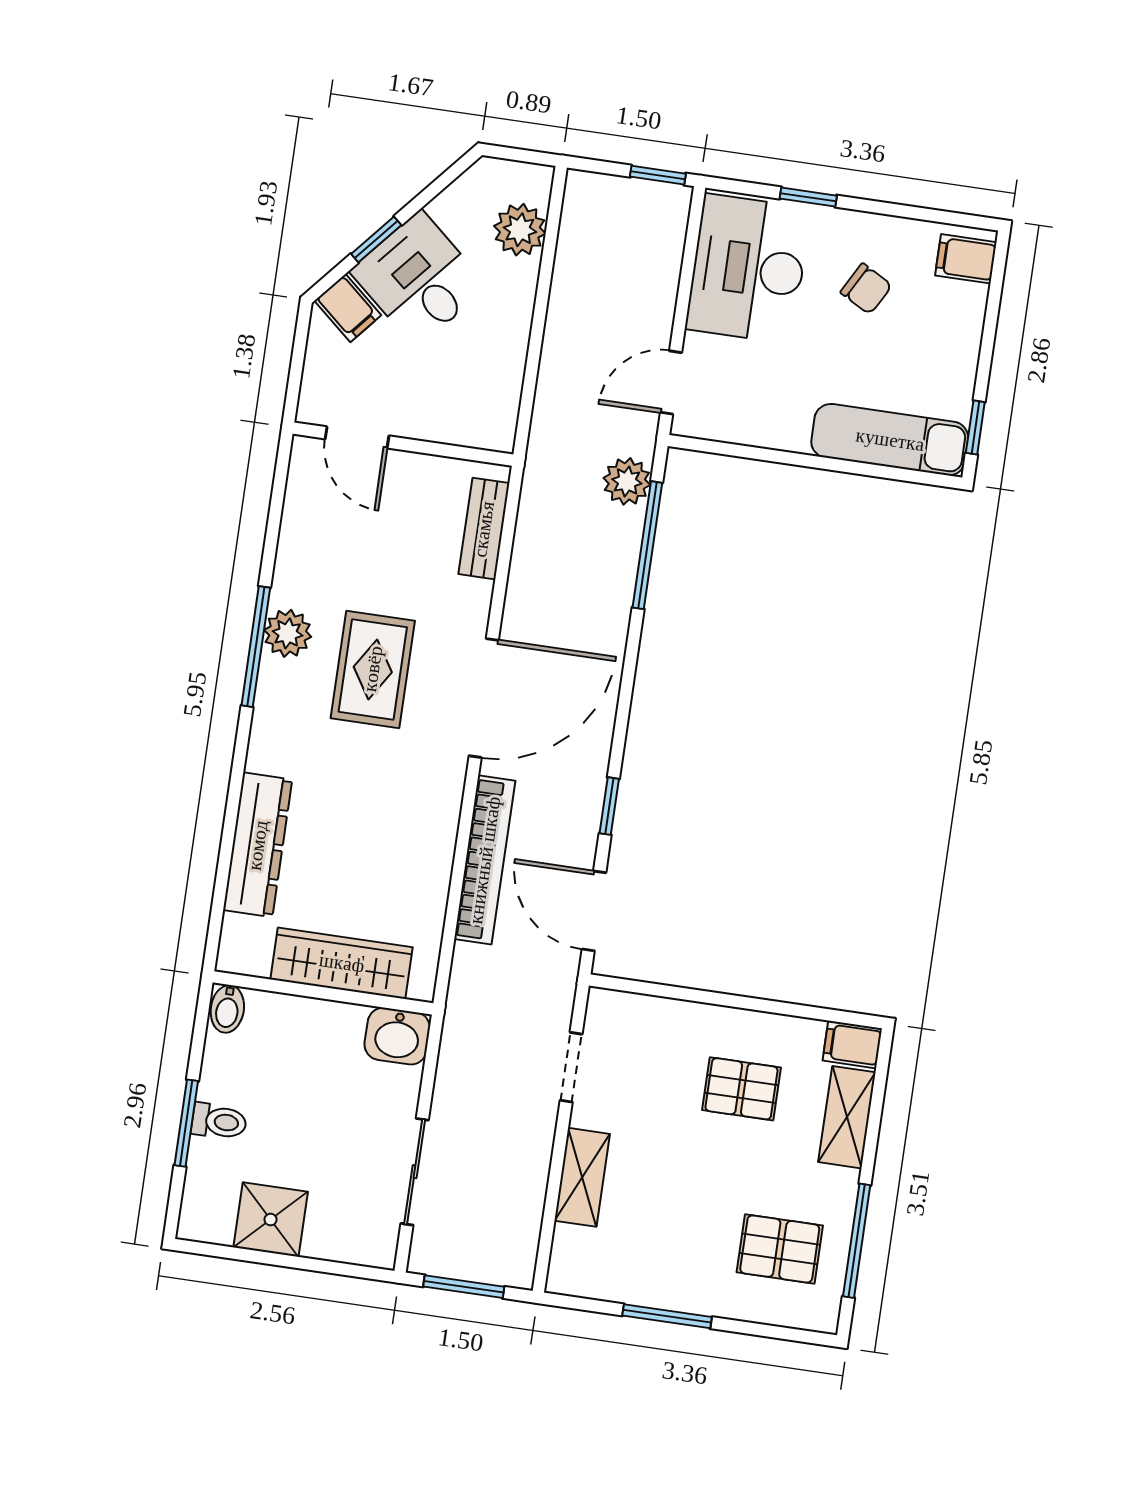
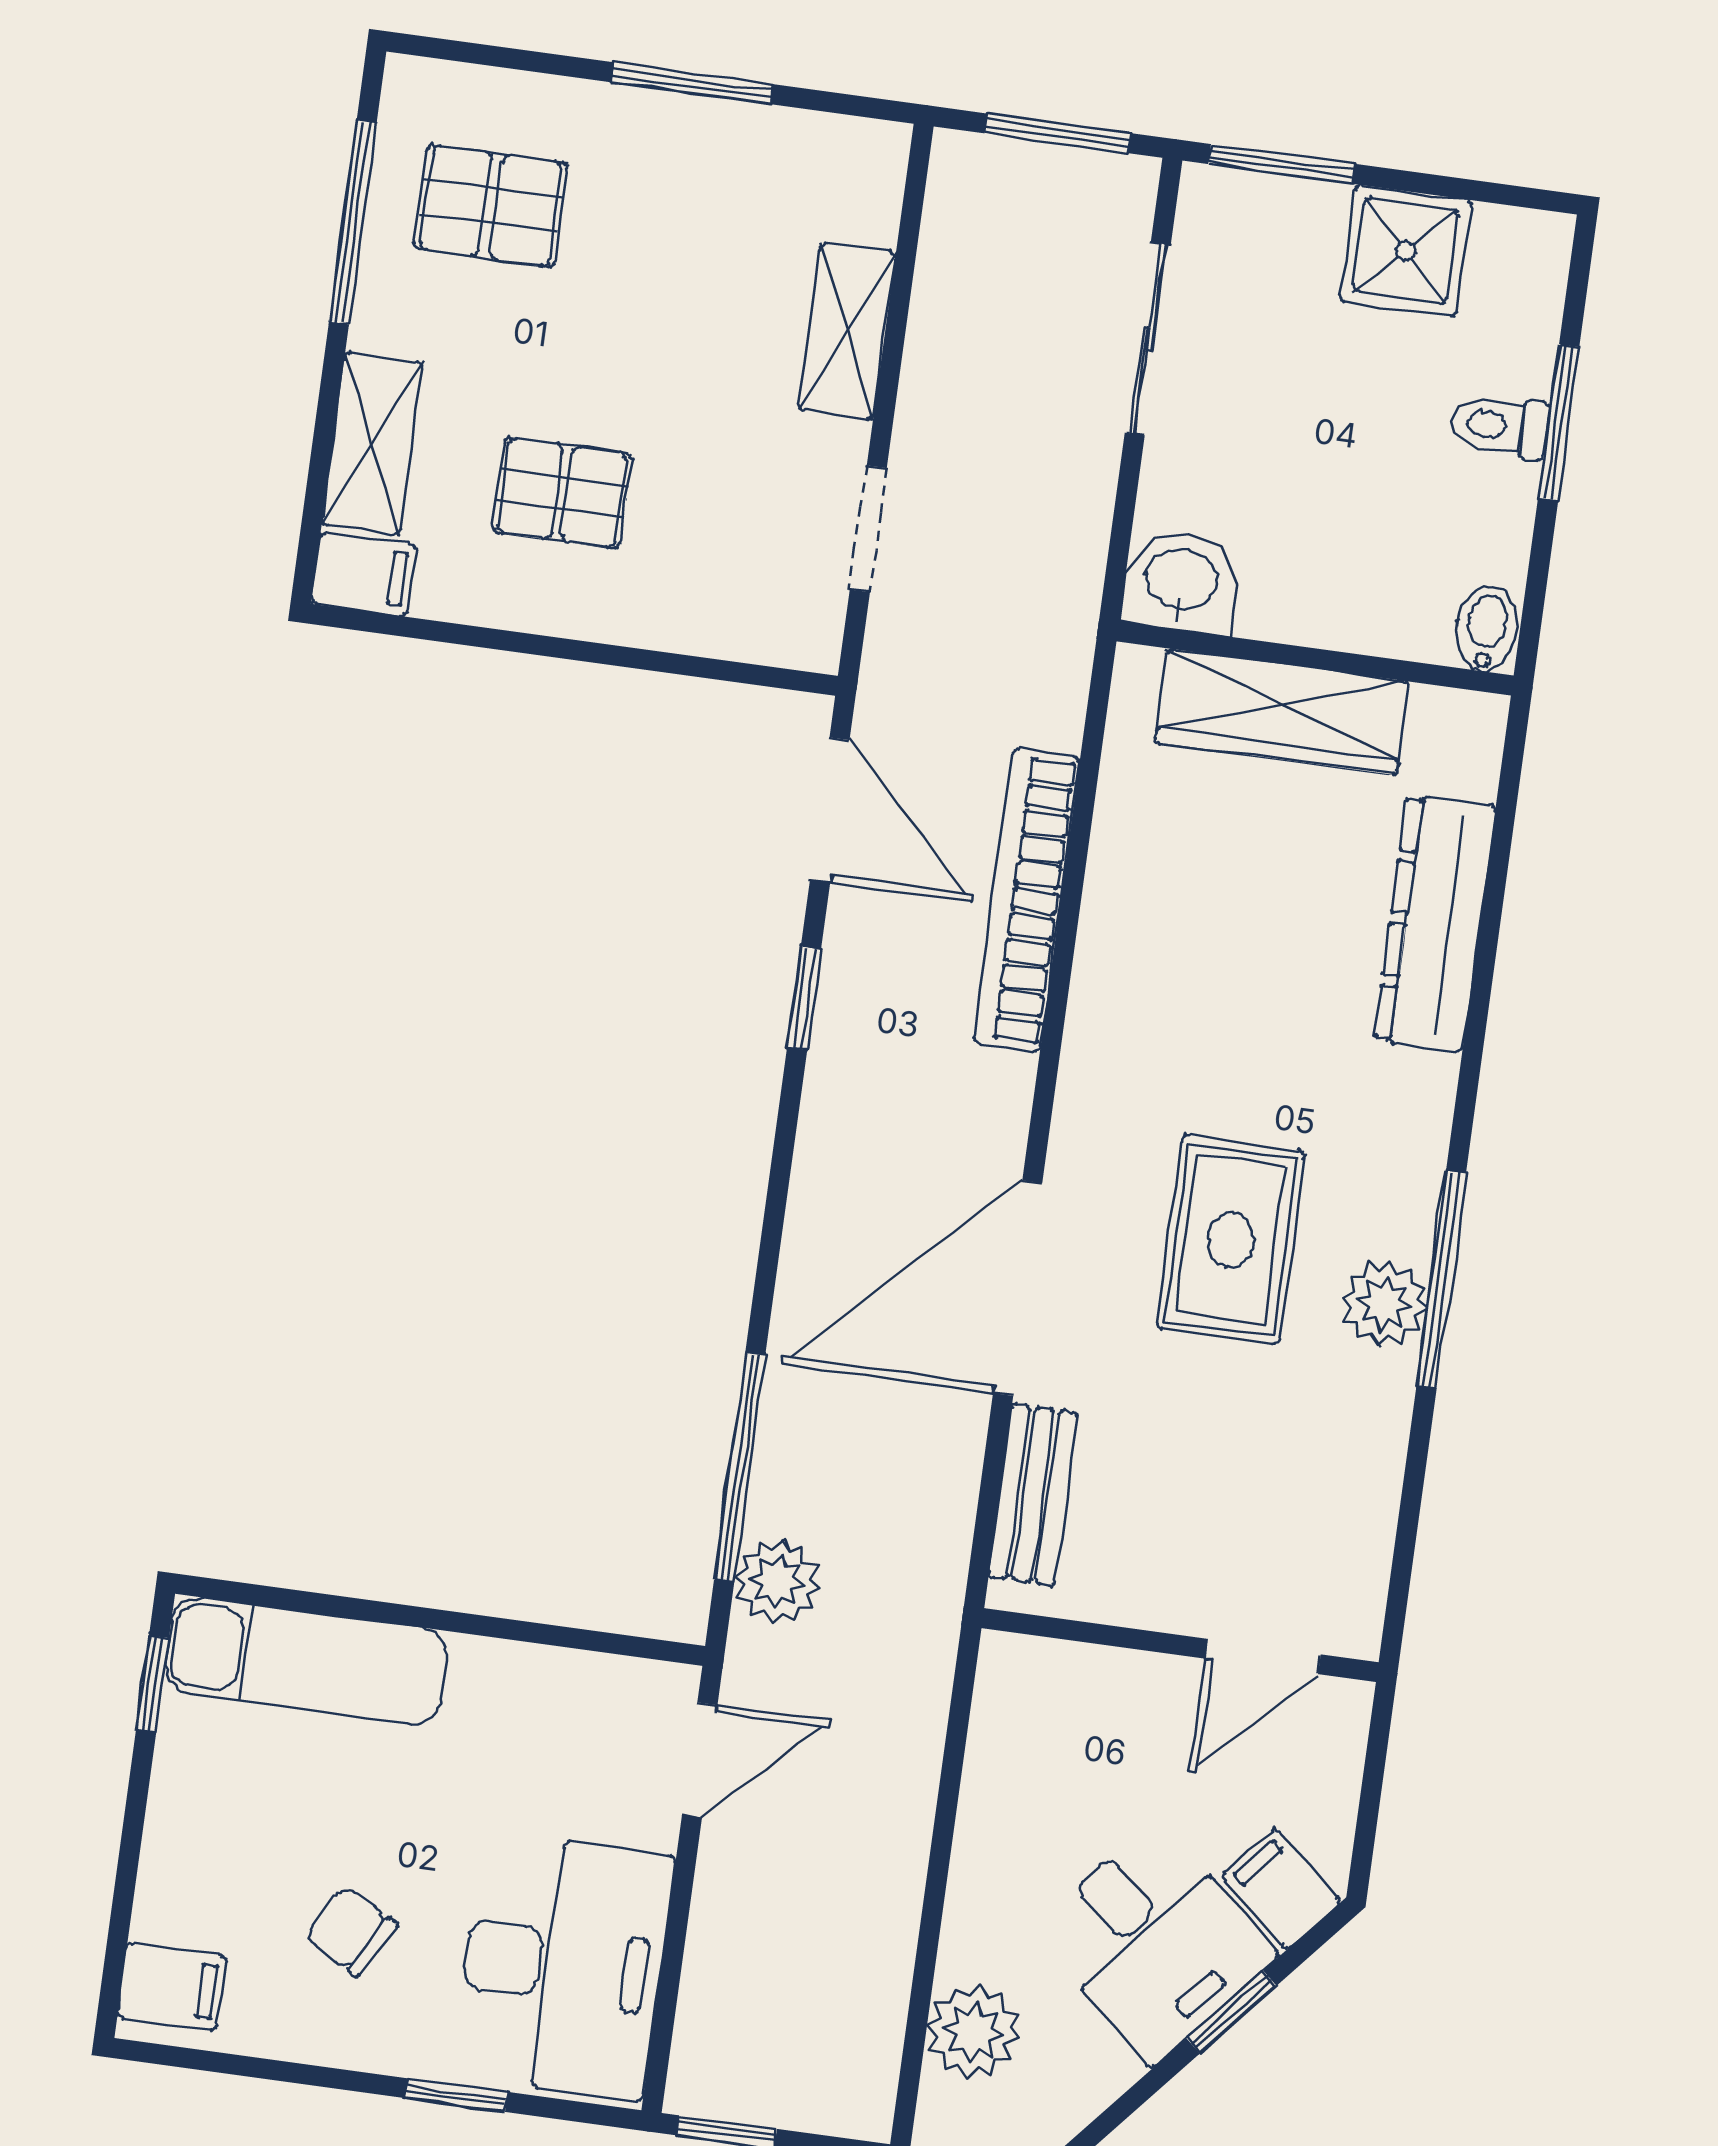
door: (357, 437) -> (1263, 1656), swing flipped
door: (484, 698) -> (1018, 1288), moved
window: (339, 1268) -> (1282, 164), added

